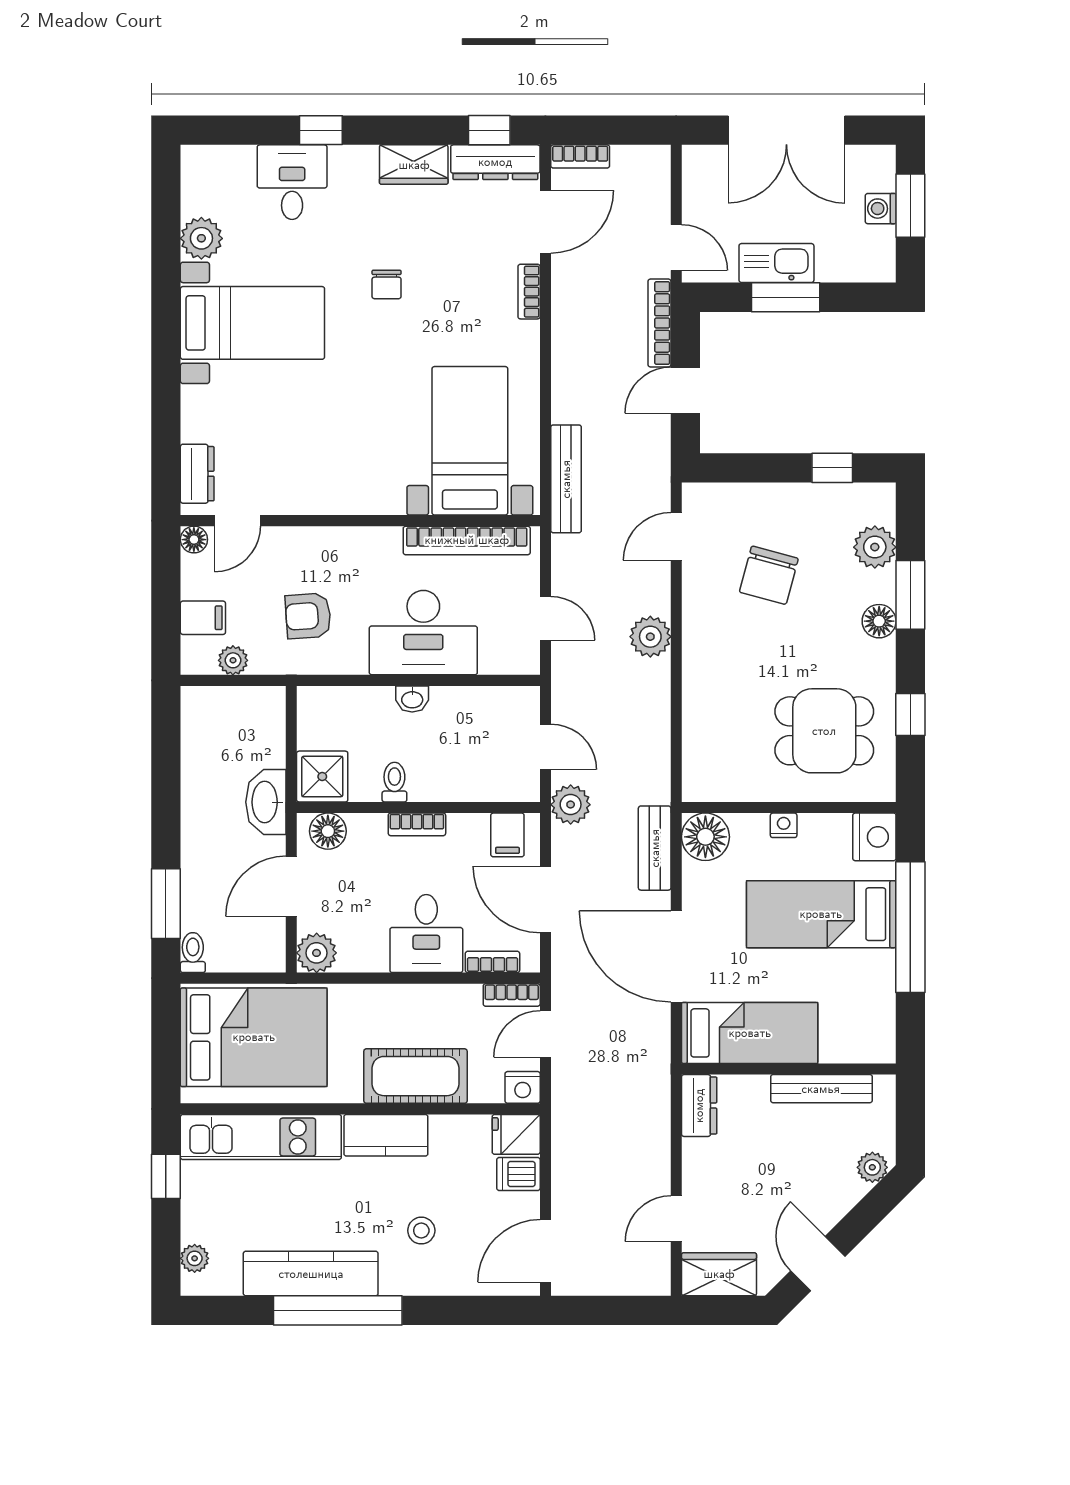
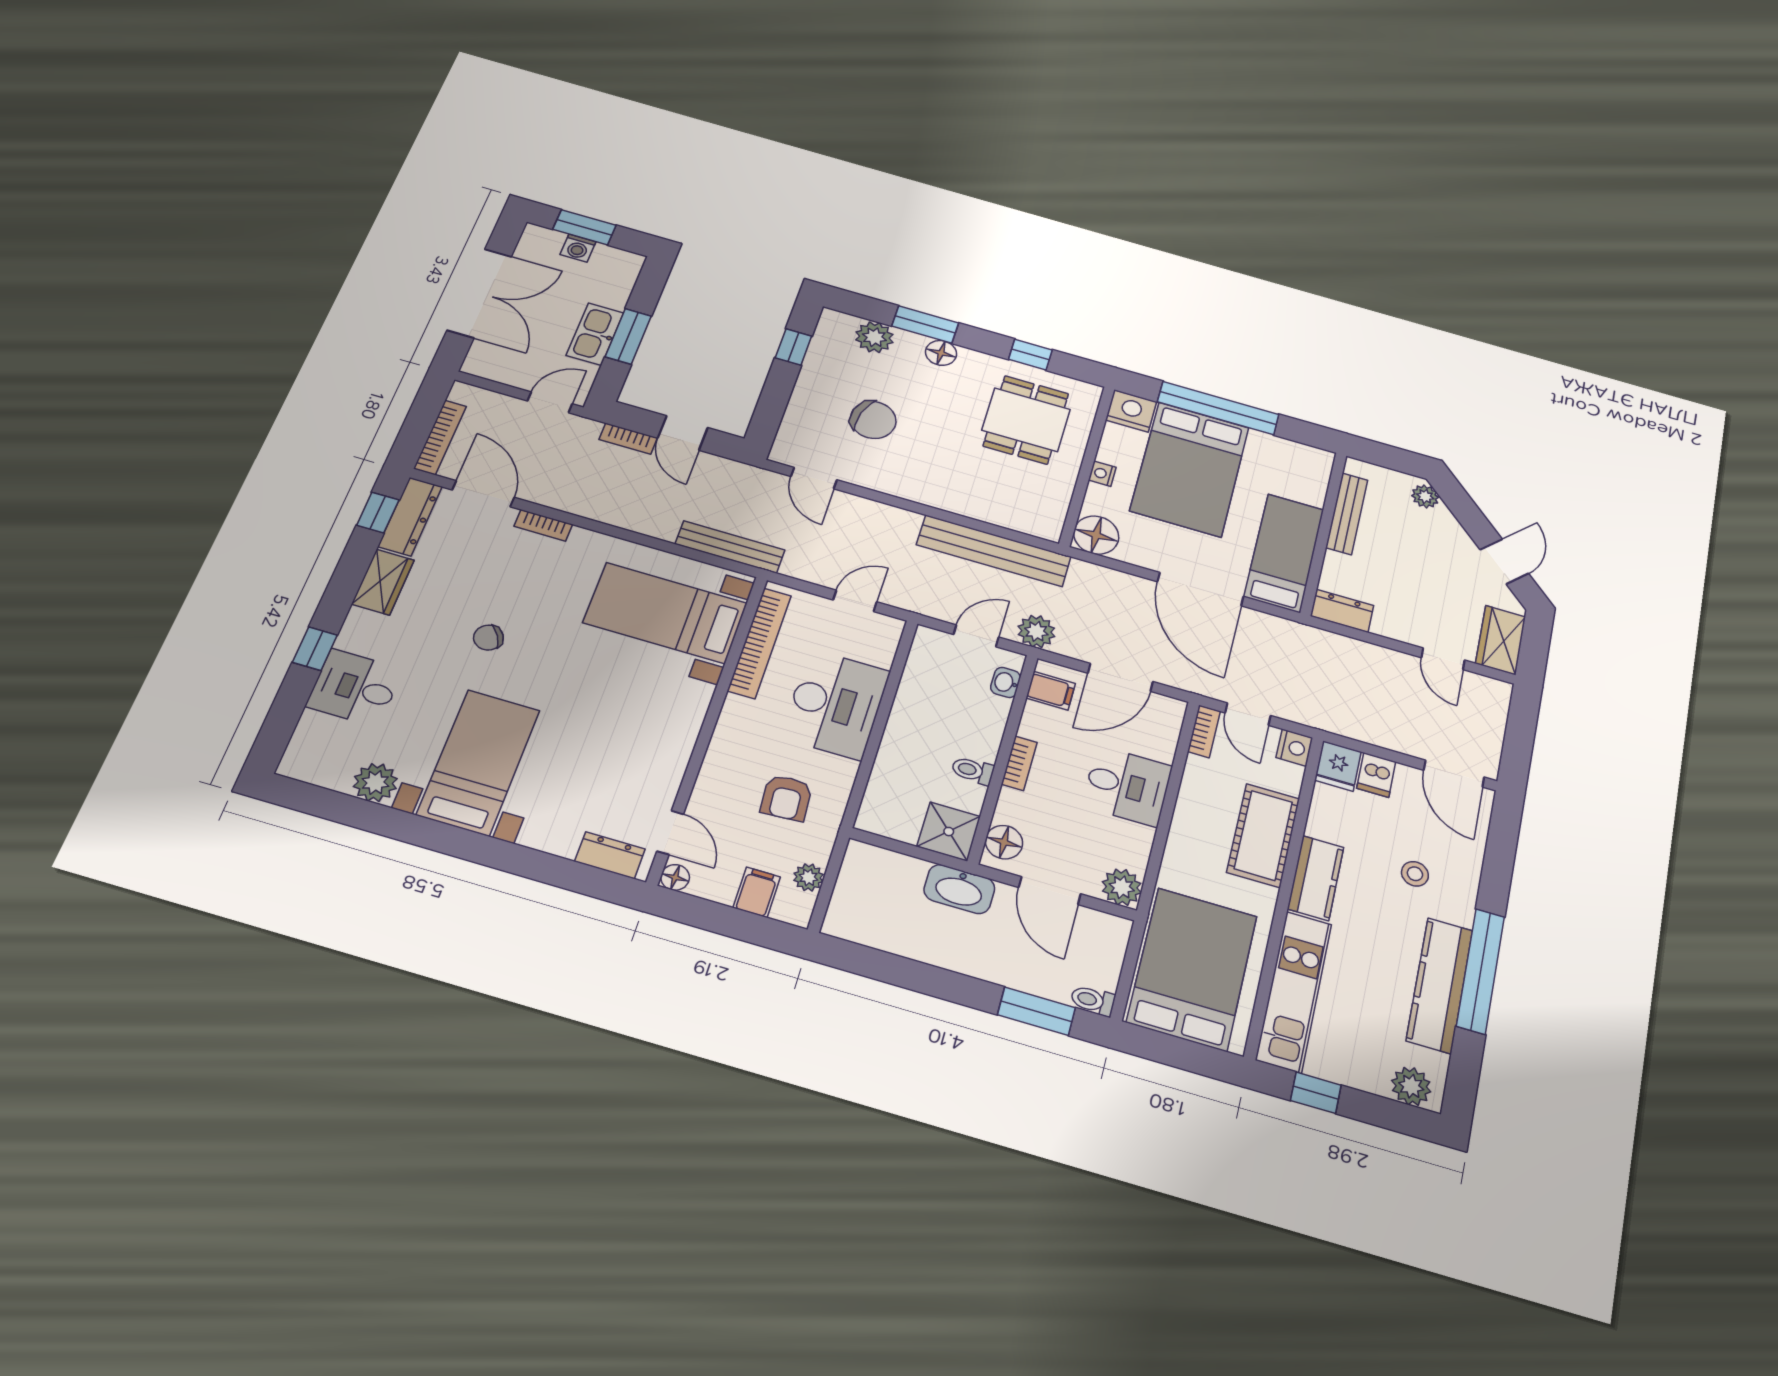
bookcase: (580, 156) -> (440, 437), width x1.56
chair: (387, 284) -> (488, 638), turned 149
bookcase: (659, 323) -> (628, 439), width x0.64
plant: (650, 637) -> (899, 524), removed
washbasin: (412, 699) -> (1006, 682), moved, turned 180
bench: (655, 848) -> (994, 551), moved, width x1.86, depth x1.21
bed: (821, 914) -> (1190, 469), width x1.50
door: (676, 956) -> (1200, 589), hinge flipped
bookcase: (492, 962) -> (1169, 738), removed
plant: (195, 1258) -> (1411, 1086), width x1.38, depth x1.38
door: (818, 1264) -> (1504, 562), swing flipped

